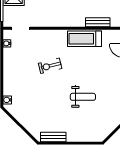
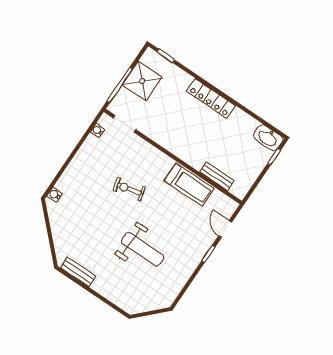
treadmill: (85, 39) -> (189, 185), turned 180
weight bench: (83, 97) -> (143, 249), width x1.36, depth x1.33

